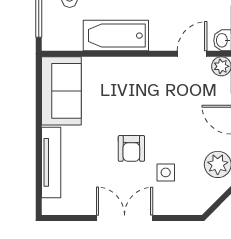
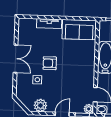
tv unit: (51, 162) -> (49, 24), width x0.71

